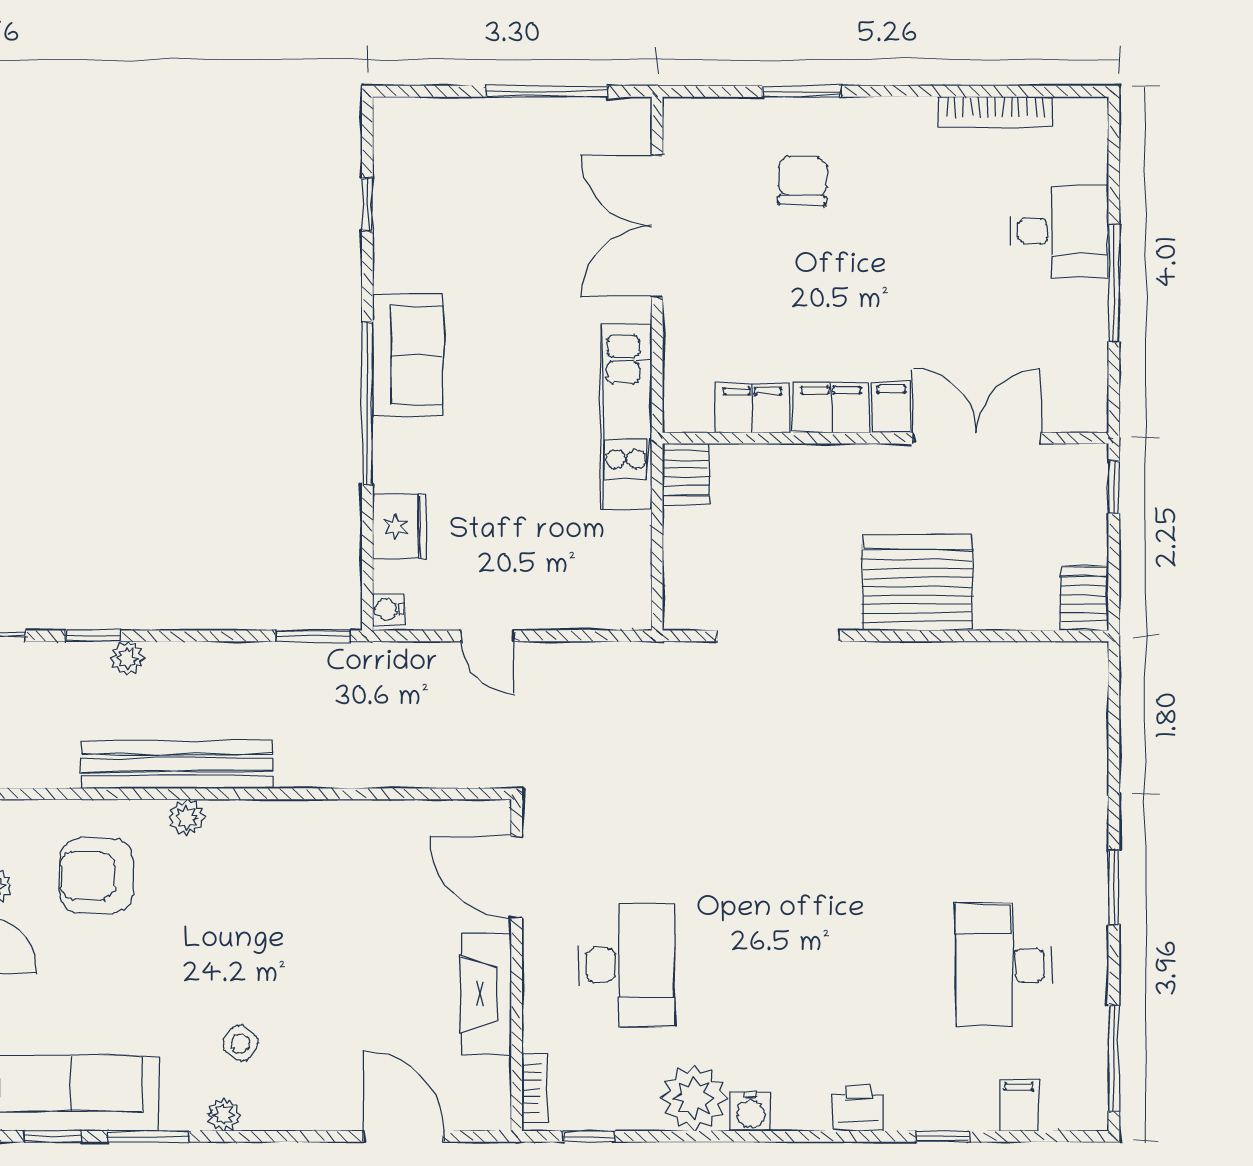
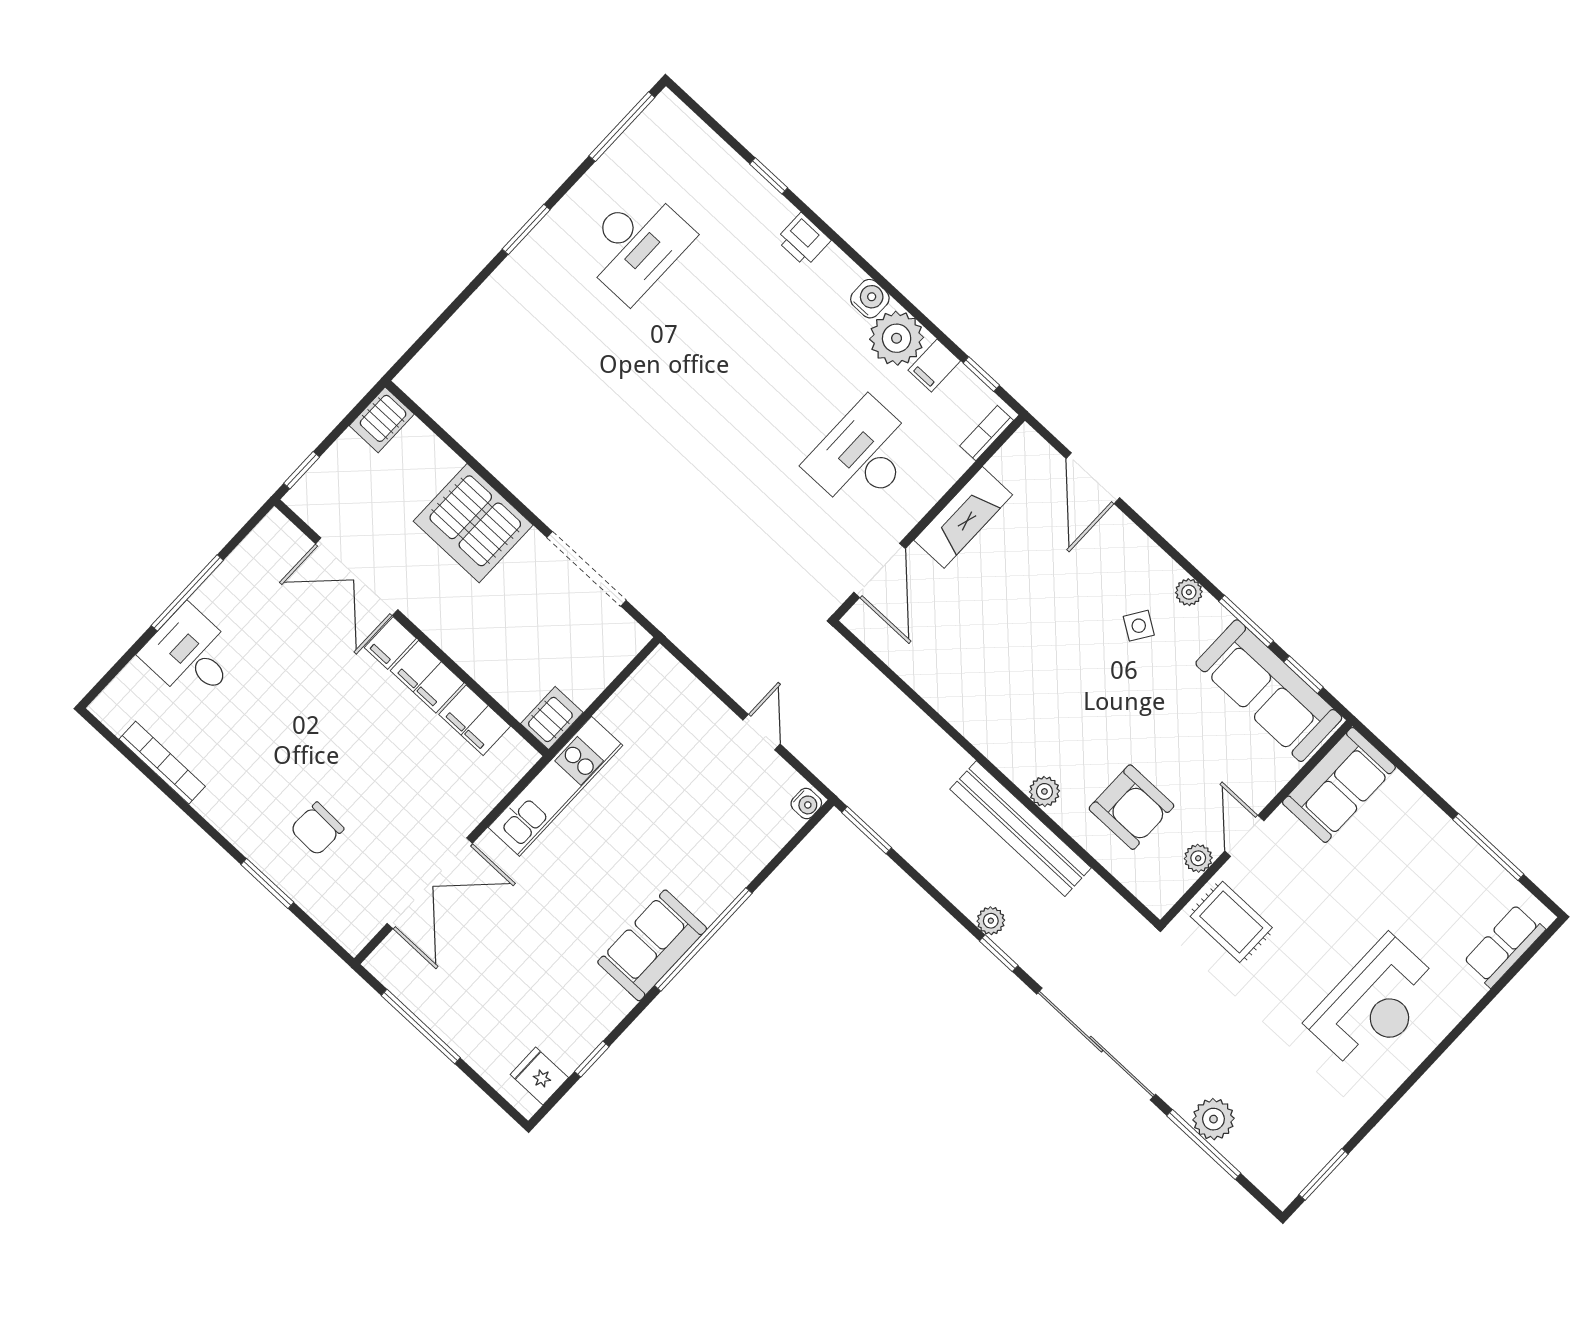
fridge: (400, 527) -> (539, 1076), moved, width x0.72
filing cabinet: (1019, 1105) -> (934, 366), moved

